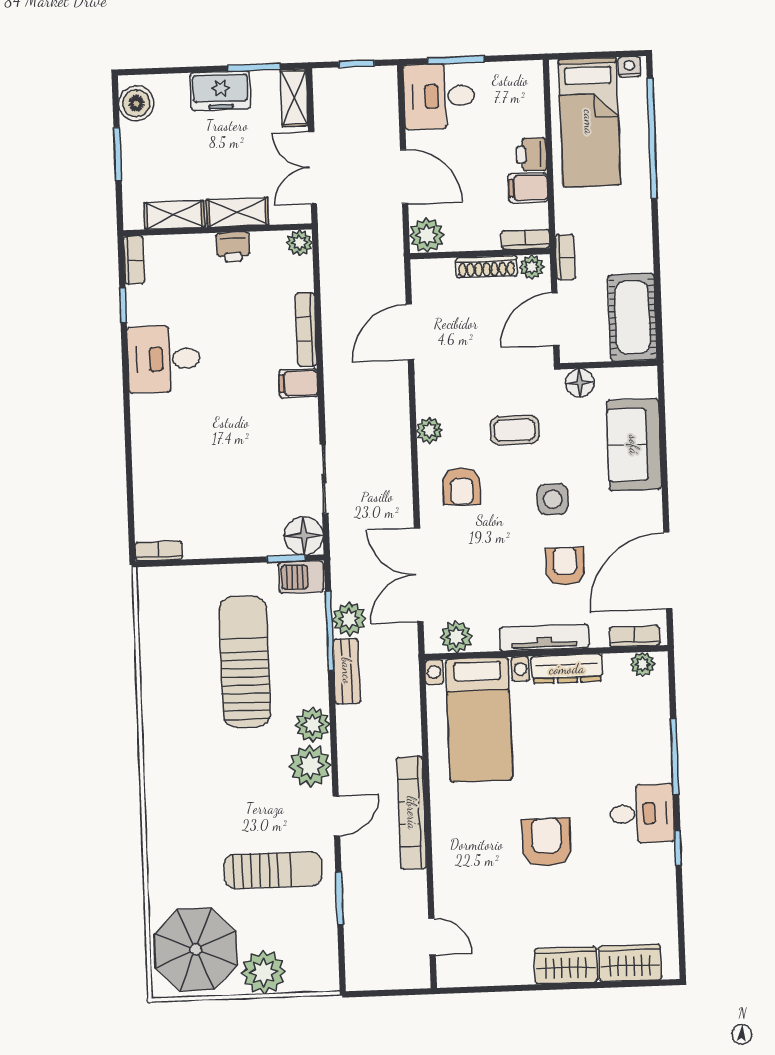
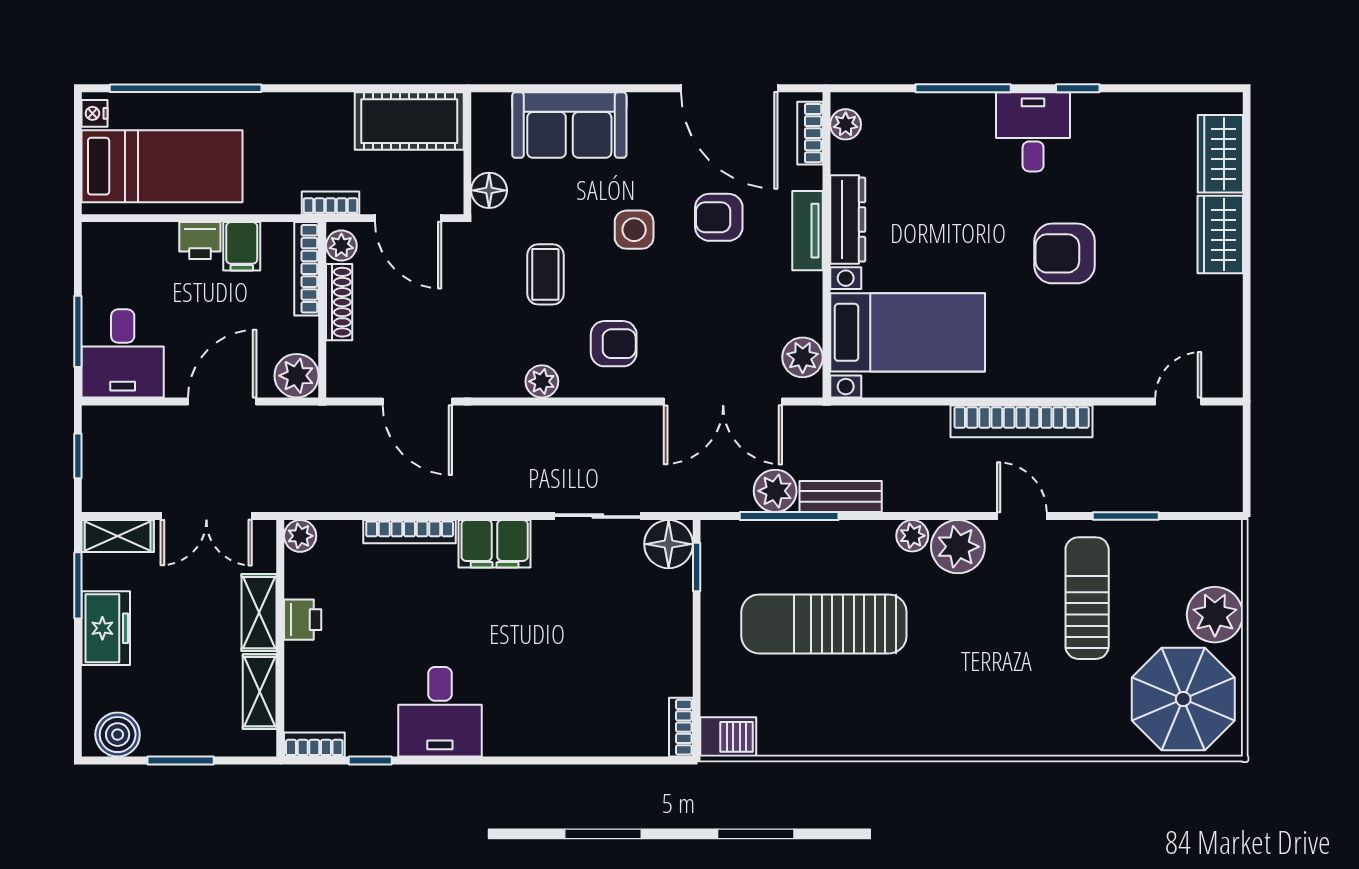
bookcase: (525, 239) -> (306, 269), width x1.56
filing cabinet: (298, 383) -> (495, 544), width x2.00
barbecue: (301, 577) -> (728, 737), moved, turned -90
tv unit: (544, 638) -> (807, 231), width x0.71
plant: (313, 725) -> (912, 536), width x0.73, depth x0.73

